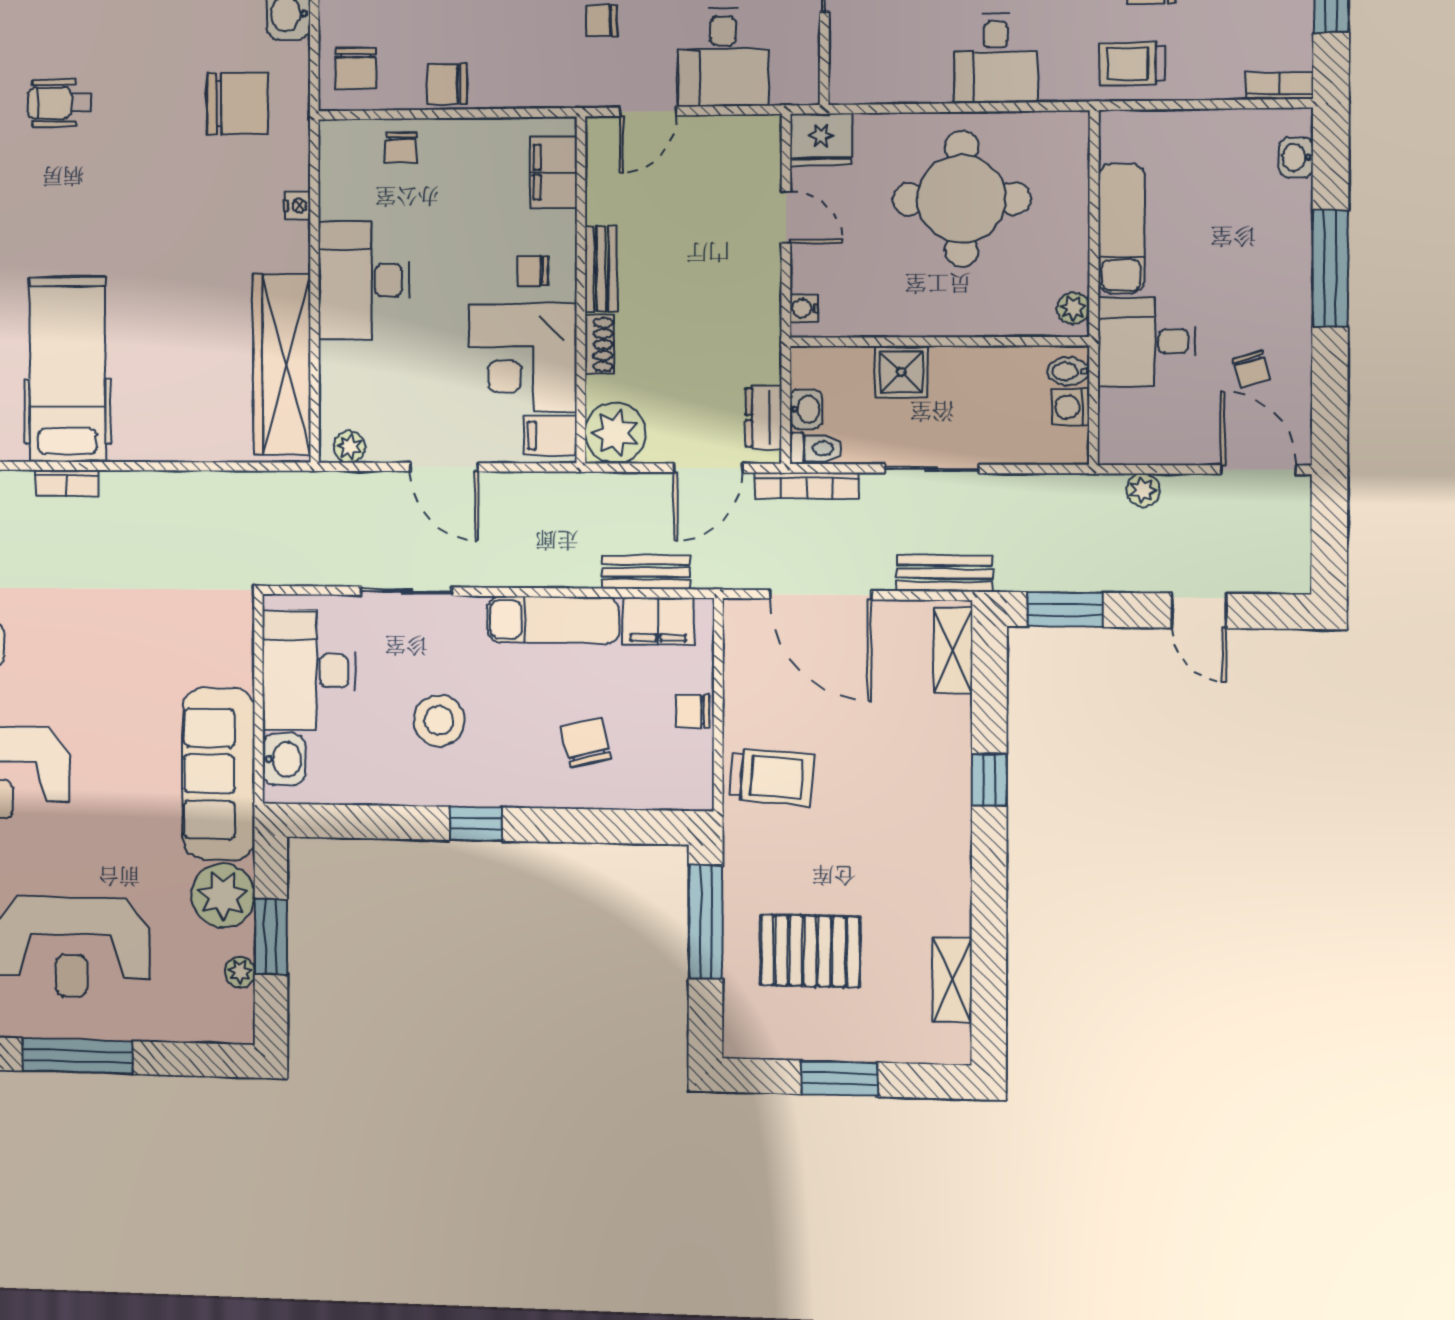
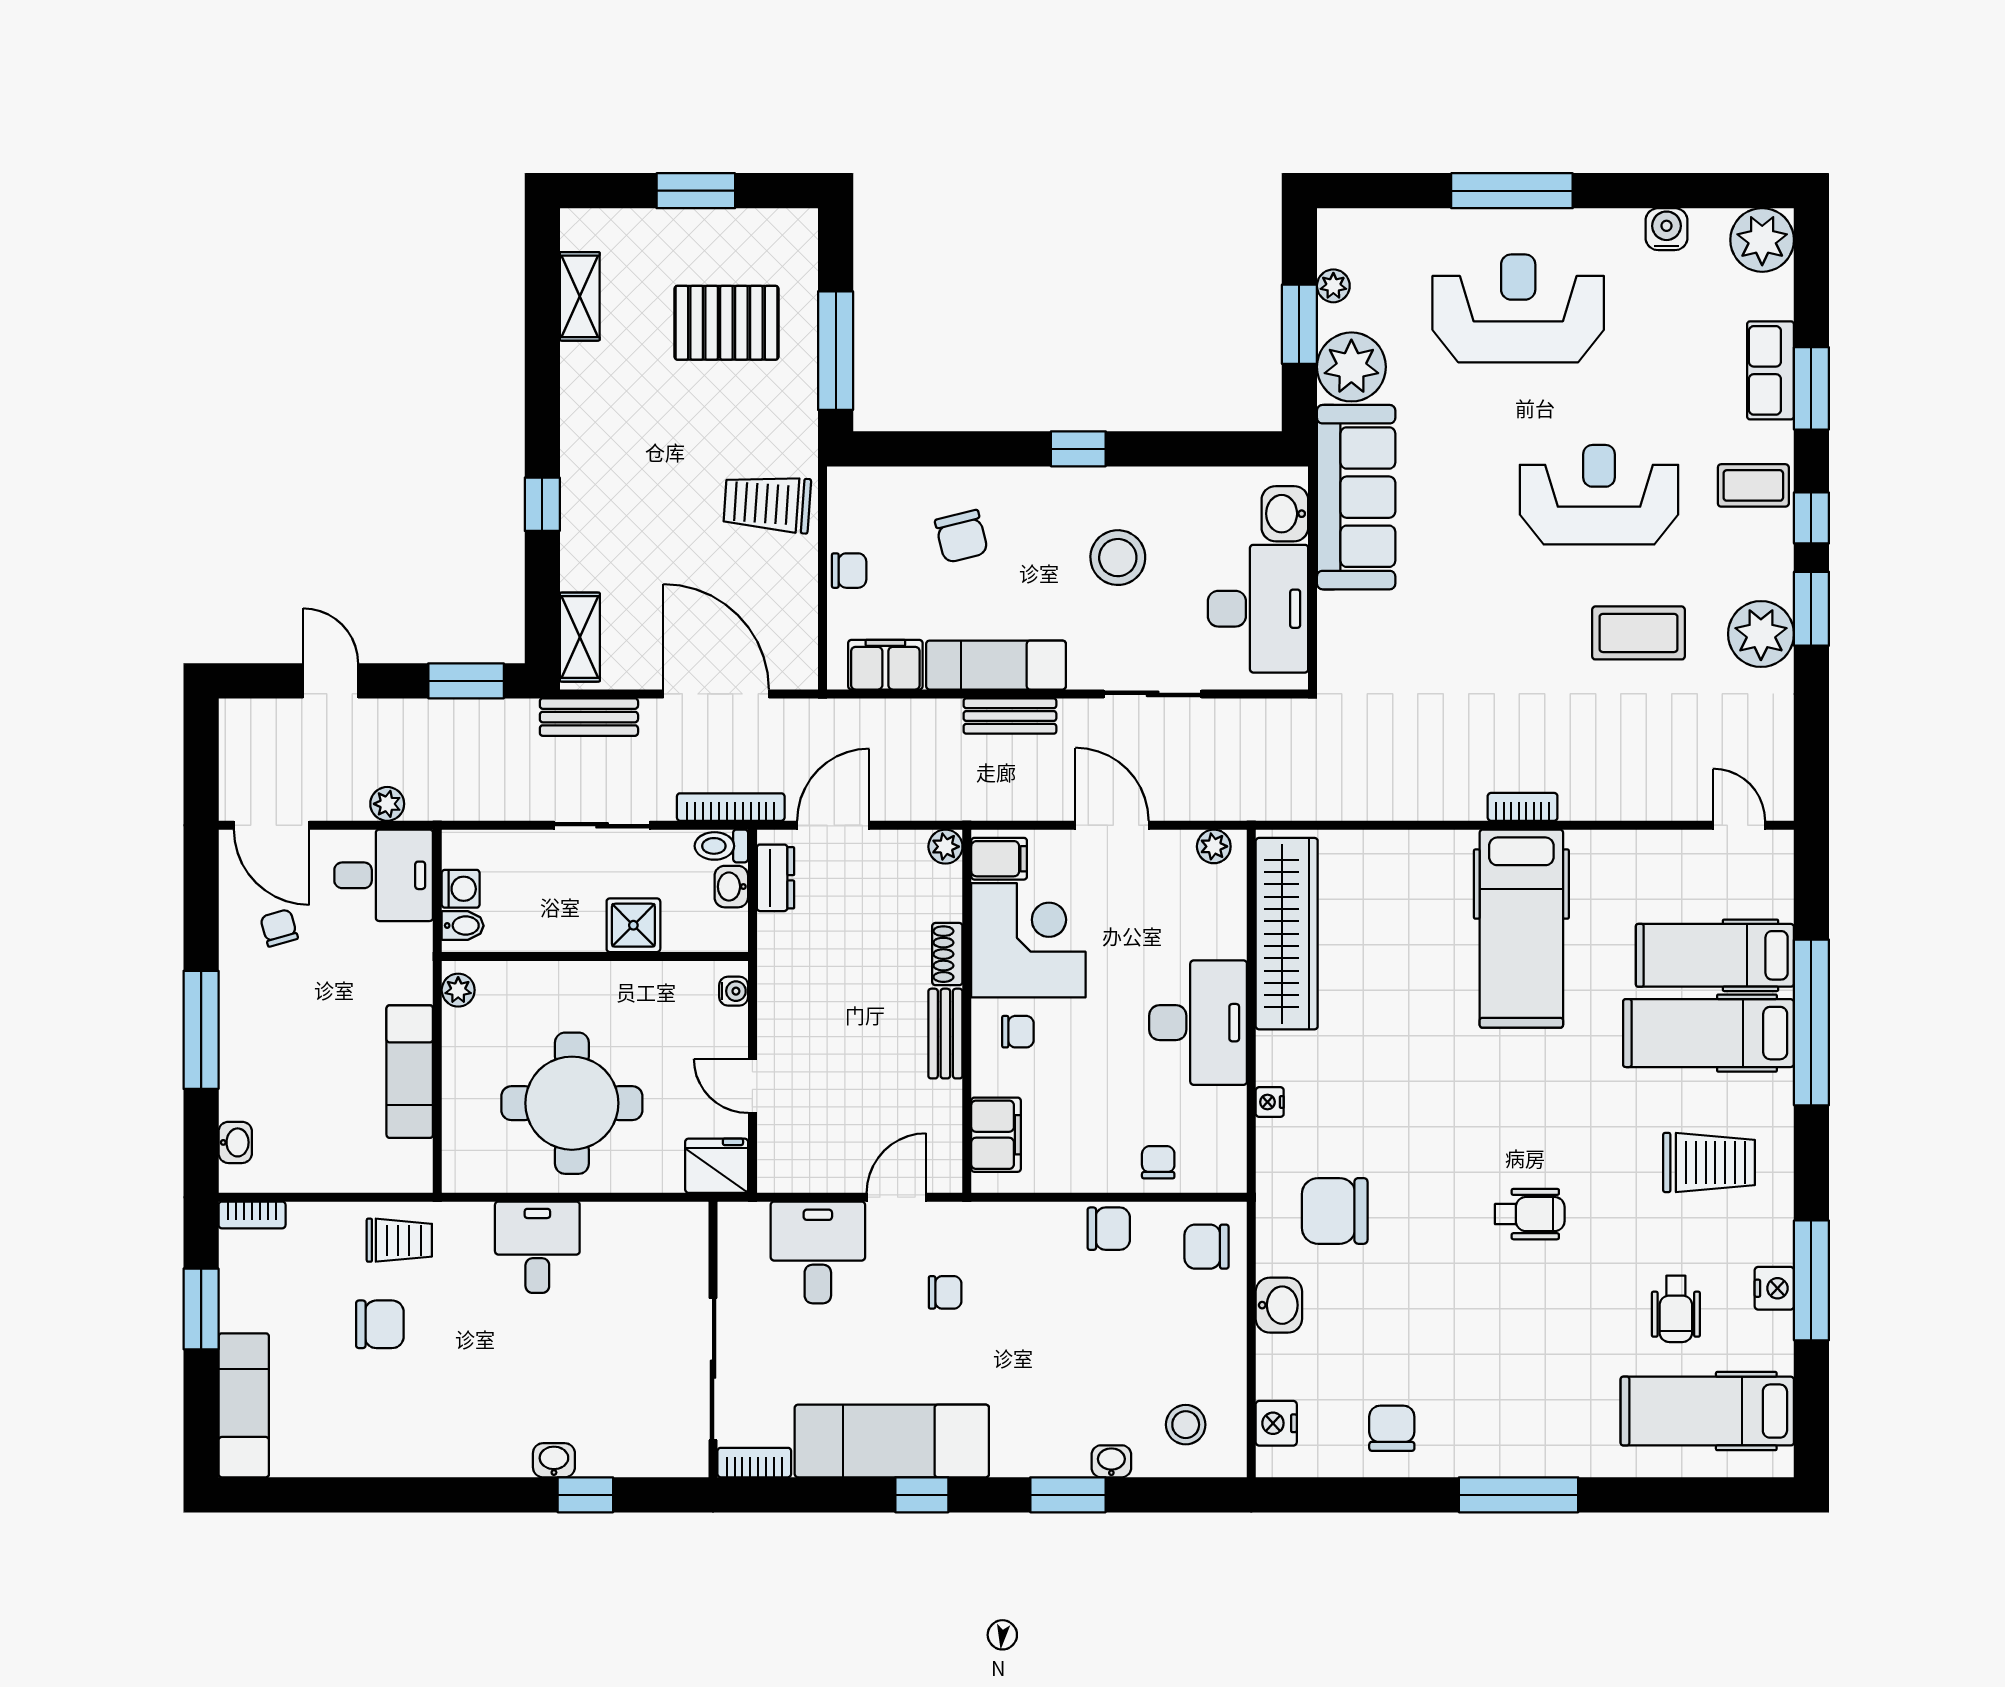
chair: (356, 68) -> (1207, 1247), turned -90
desk: (1147, 341) -> (384, 875), moved
plant: (615, 433) -> (945, 847), width x0.53, depth x0.53
bench: (646, 572) -> (1010, 716), moved

